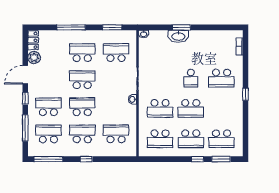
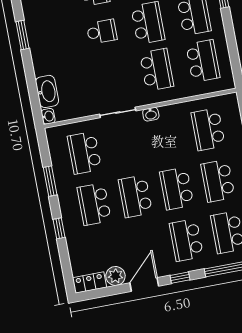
window: (71, 27) -> (59, 228), width x0.46
window: (112, 27) -> (50, 181), moved
window: (181, 27) -> (22, 35), moved
washbasin: (178, 36) -> (47, 91), moved
door: (25, 75) -> (144, 284), swing flipped

